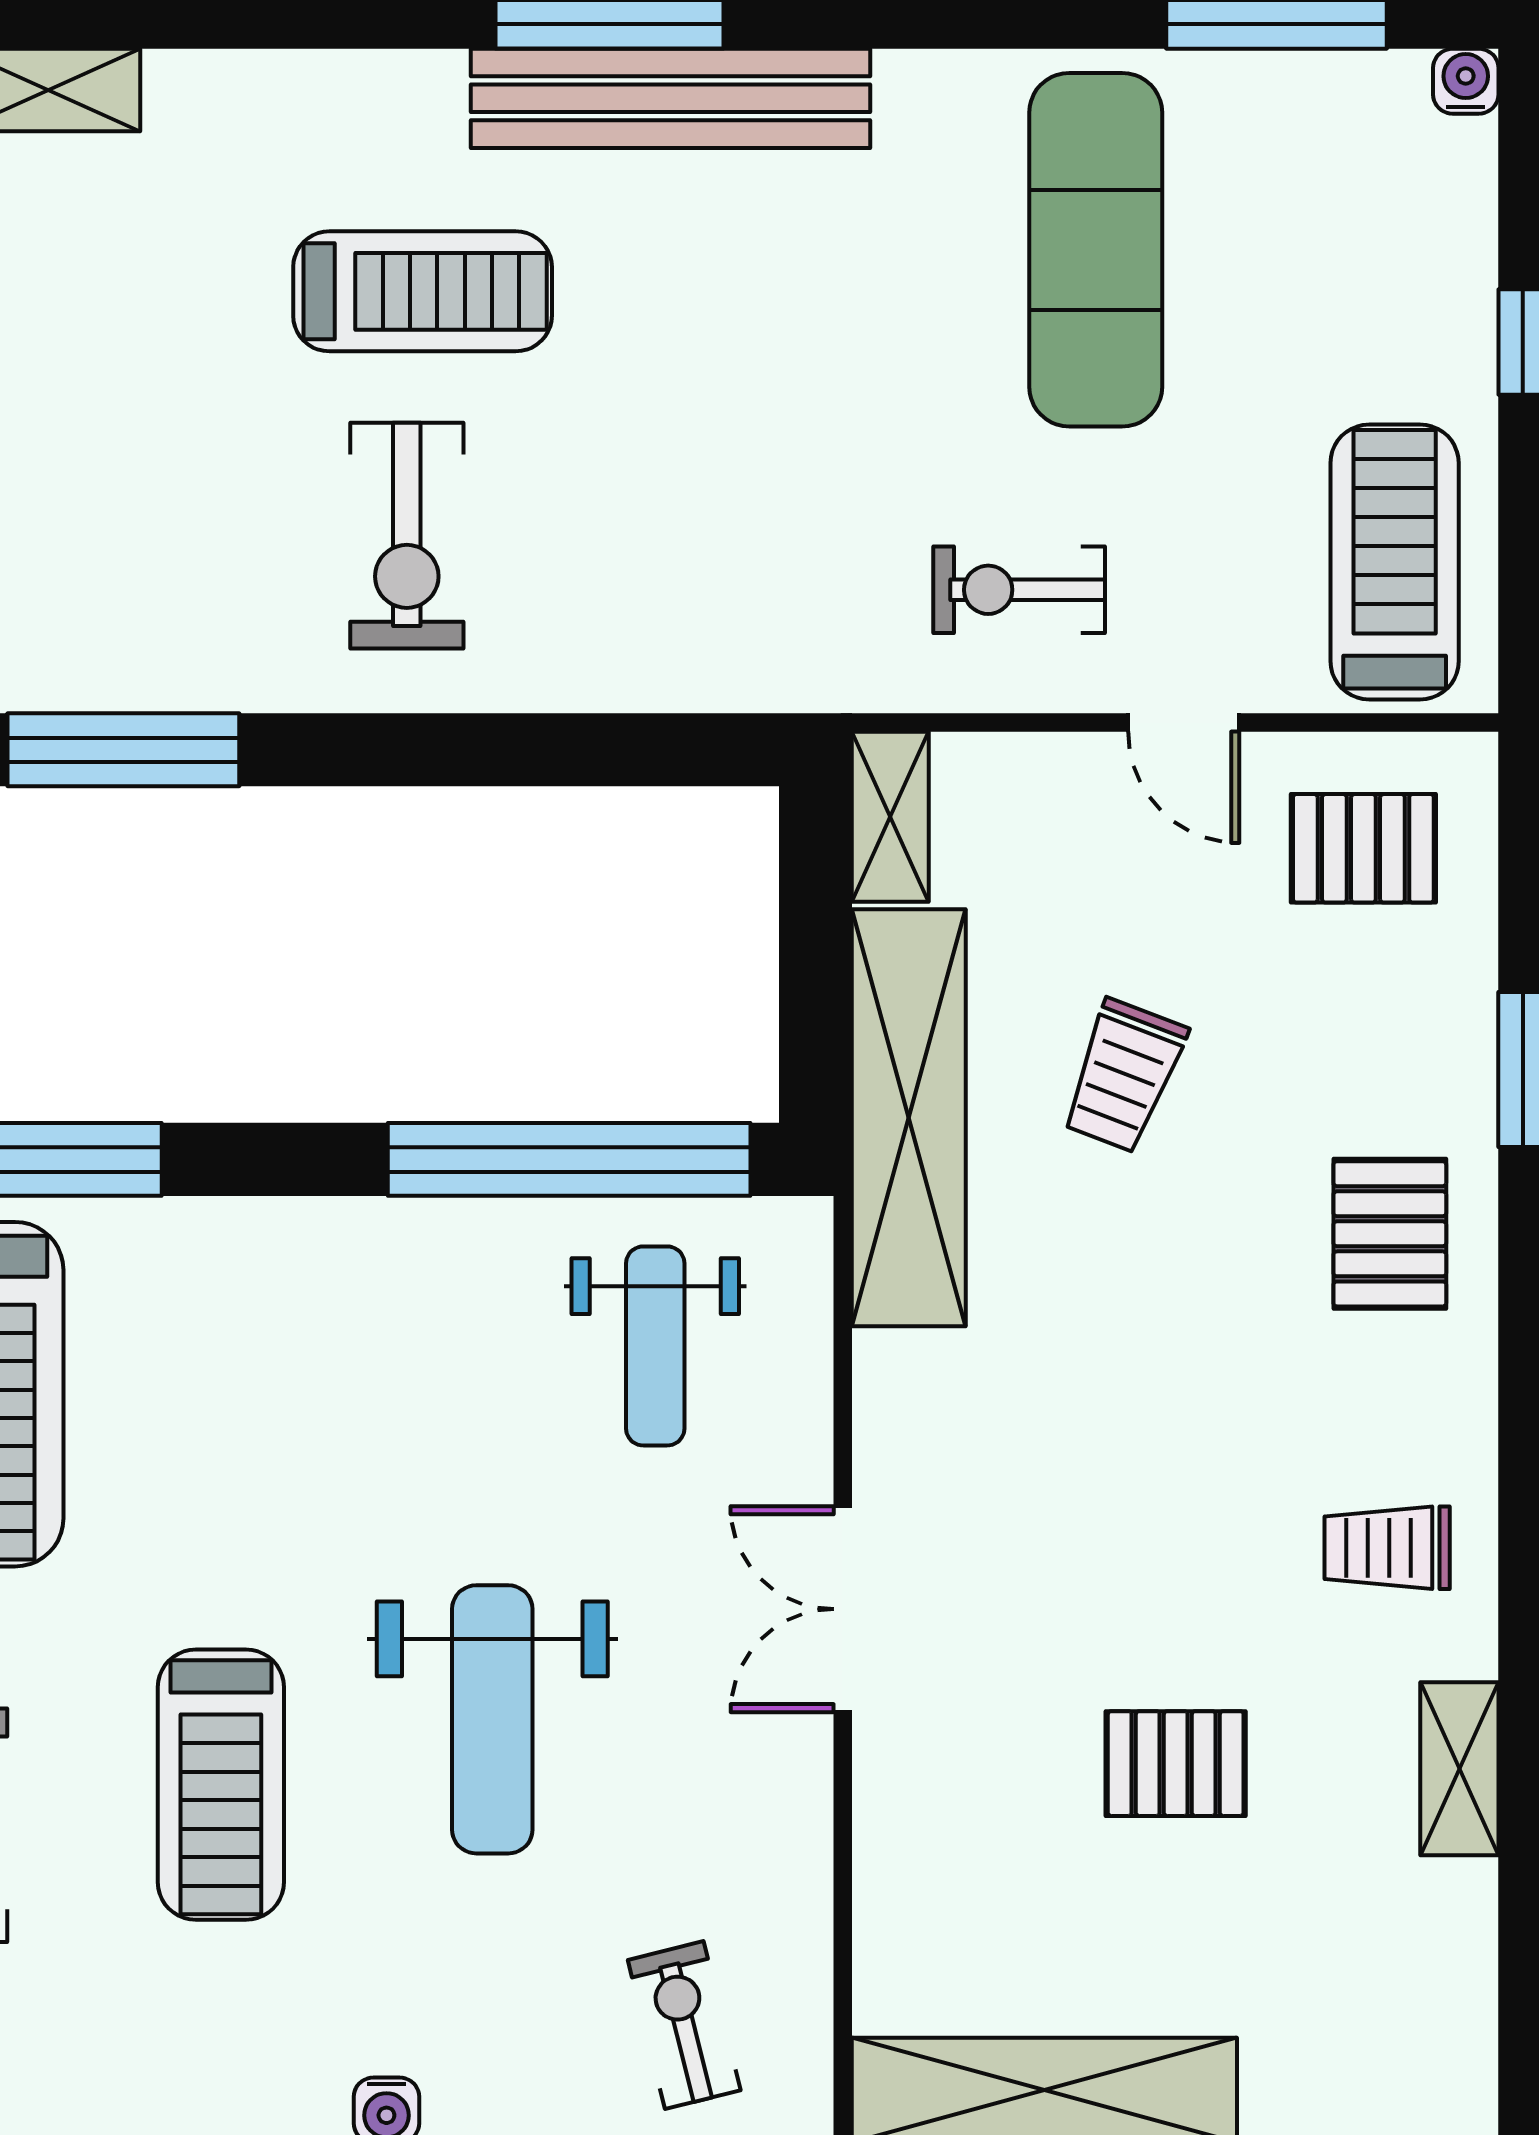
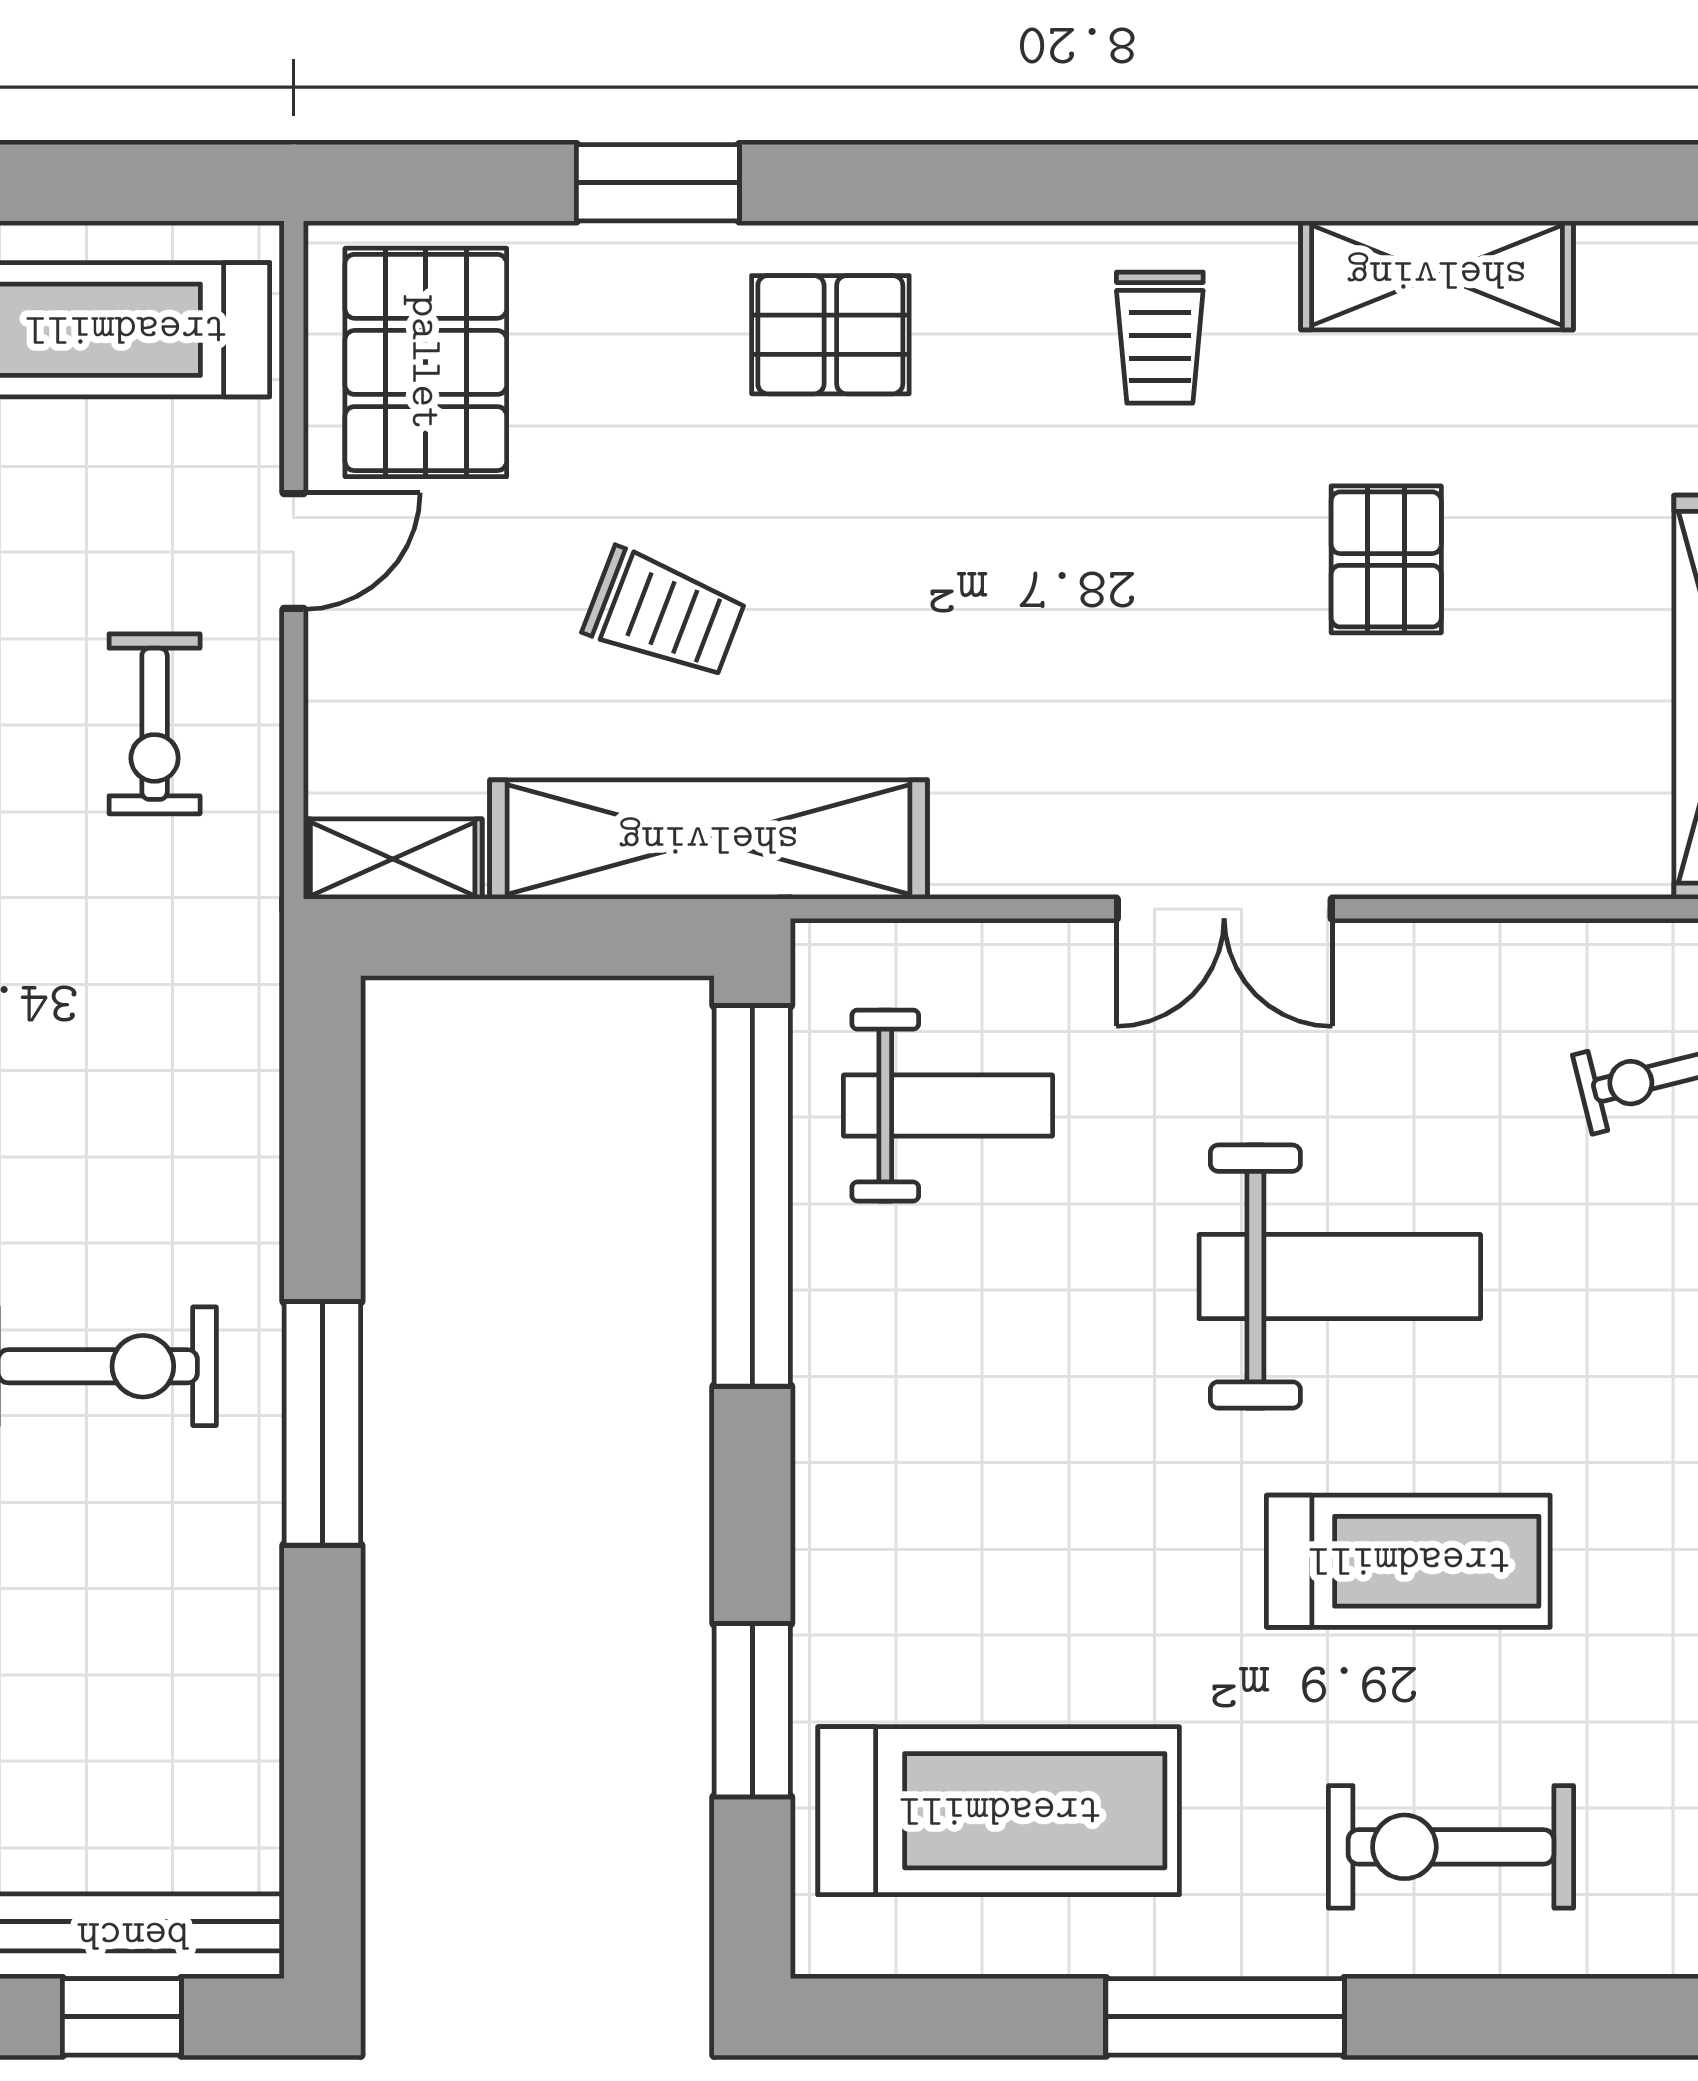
window: (123, 750) -> (322, 1423), moved
pallet: (1363, 848) -> (426, 362), width x1.50, depth x1.42
shelving: (1459, 1769) -> (1437, 275), width x1.50, depth x1.33

